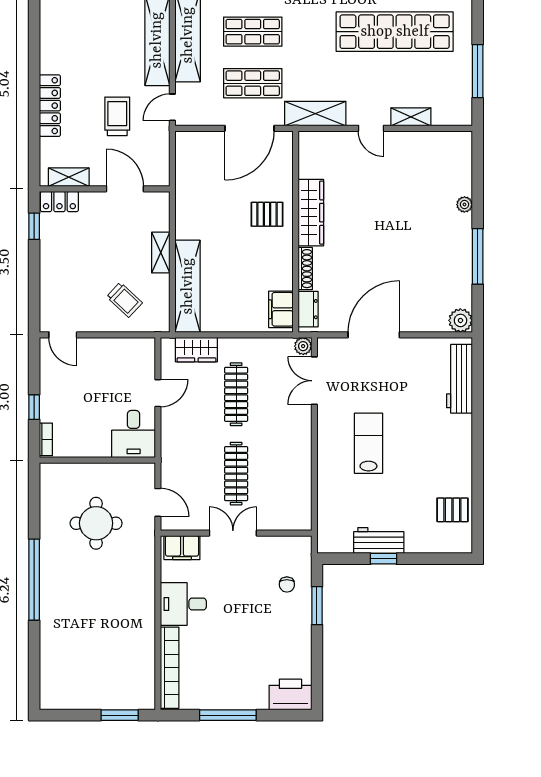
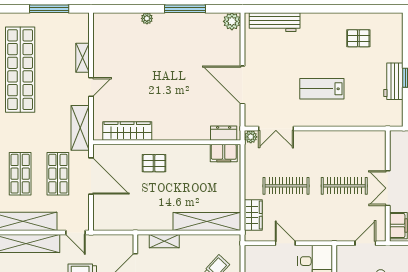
wardrobe: (311, 213) -> (127, 131), moved
pallet: (267, 214) -> (154, 163), turned 90
shelving: (161, 253) -> (164, 241), moved
shoe rack: (305, 269) -> (194, 135), removed
pallet: (452, 510) -> (358, 38), moved, turned 90

